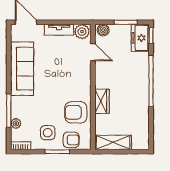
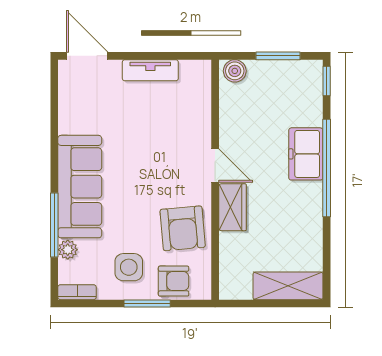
plant: (82, 32) -> (194, 74), removed
freezer: (140, 38) -> (306, 154), moved
door: (93, 52) -> (215, 166), moved
sofa: (22, 69) -> (80, 187), moved
armchair: (76, 112) -> (183, 228), turned -95
shelving: (113, 142) -> (288, 286), moved

